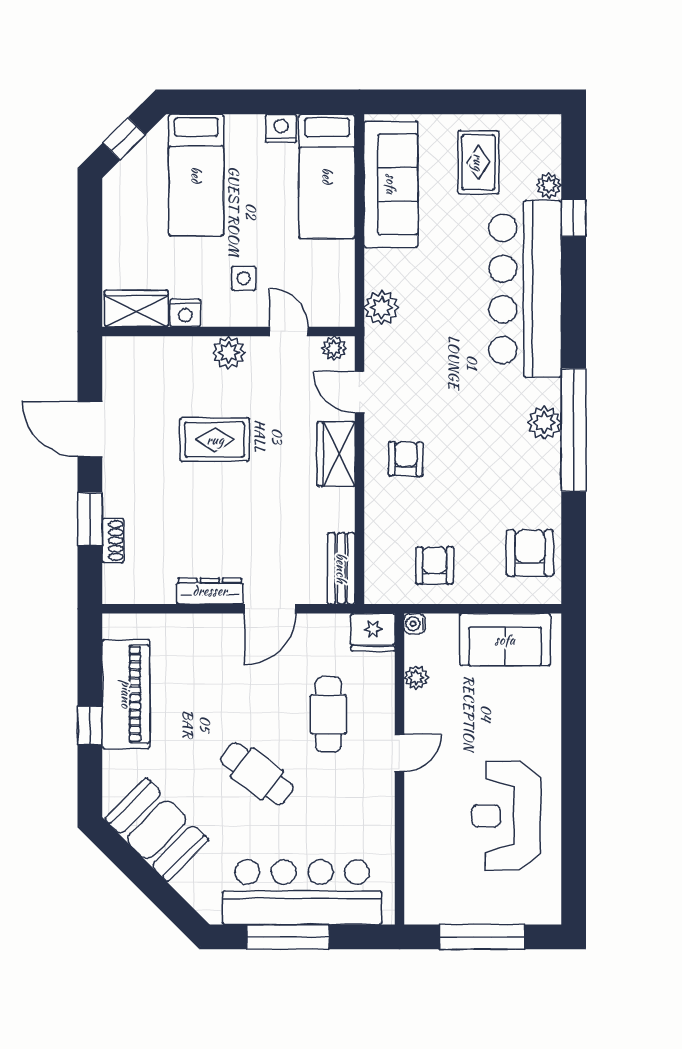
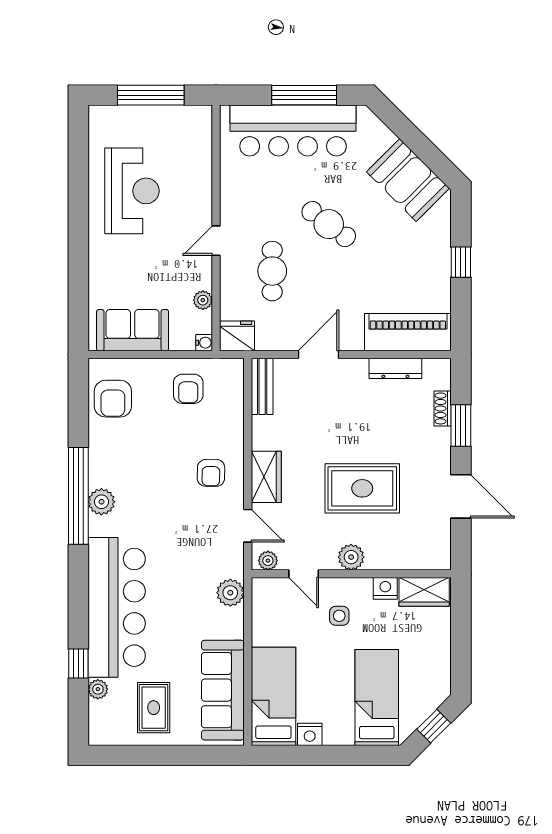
rug: (215, 440) -> (362, 488), width x1.36, depth x1.43
dresser: (210, 591) -> (395, 368), moved
piano: (126, 694) -> (408, 332), moved, turned 90

